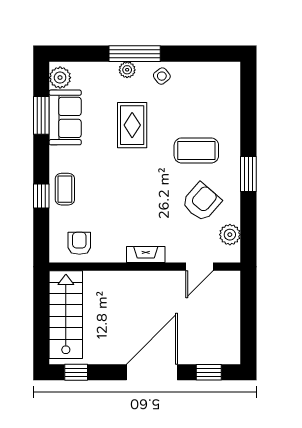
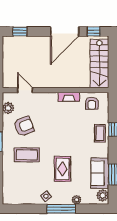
plant: (127, 70) -> (77, 200), moved
armchair: (202, 202) -> (24, 126), turned -152
fireplace: (146, 255) -> (69, 97), moved
door: (199, 267) -> (25, 90), hinge flipped
door: (152, 372) -> (65, 31), moved

